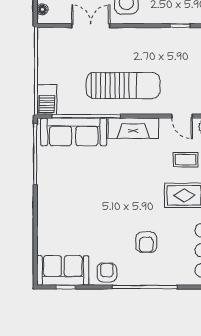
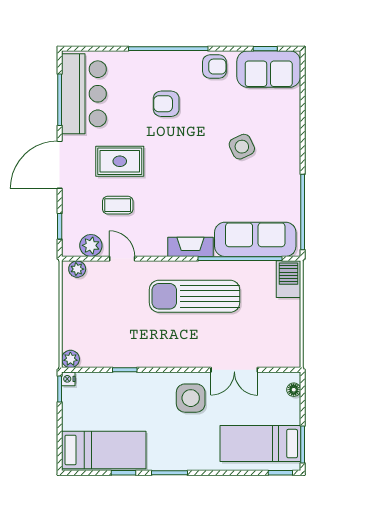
fireplace: (133, 128) -> (190, 247), width x0.73, depth x0.76
side table: (85, 207) -> (242, 147), added
armchair: (146, 242) -> (166, 104), turned -90
armchair: (107, 272) -> (214, 67), turned -90

